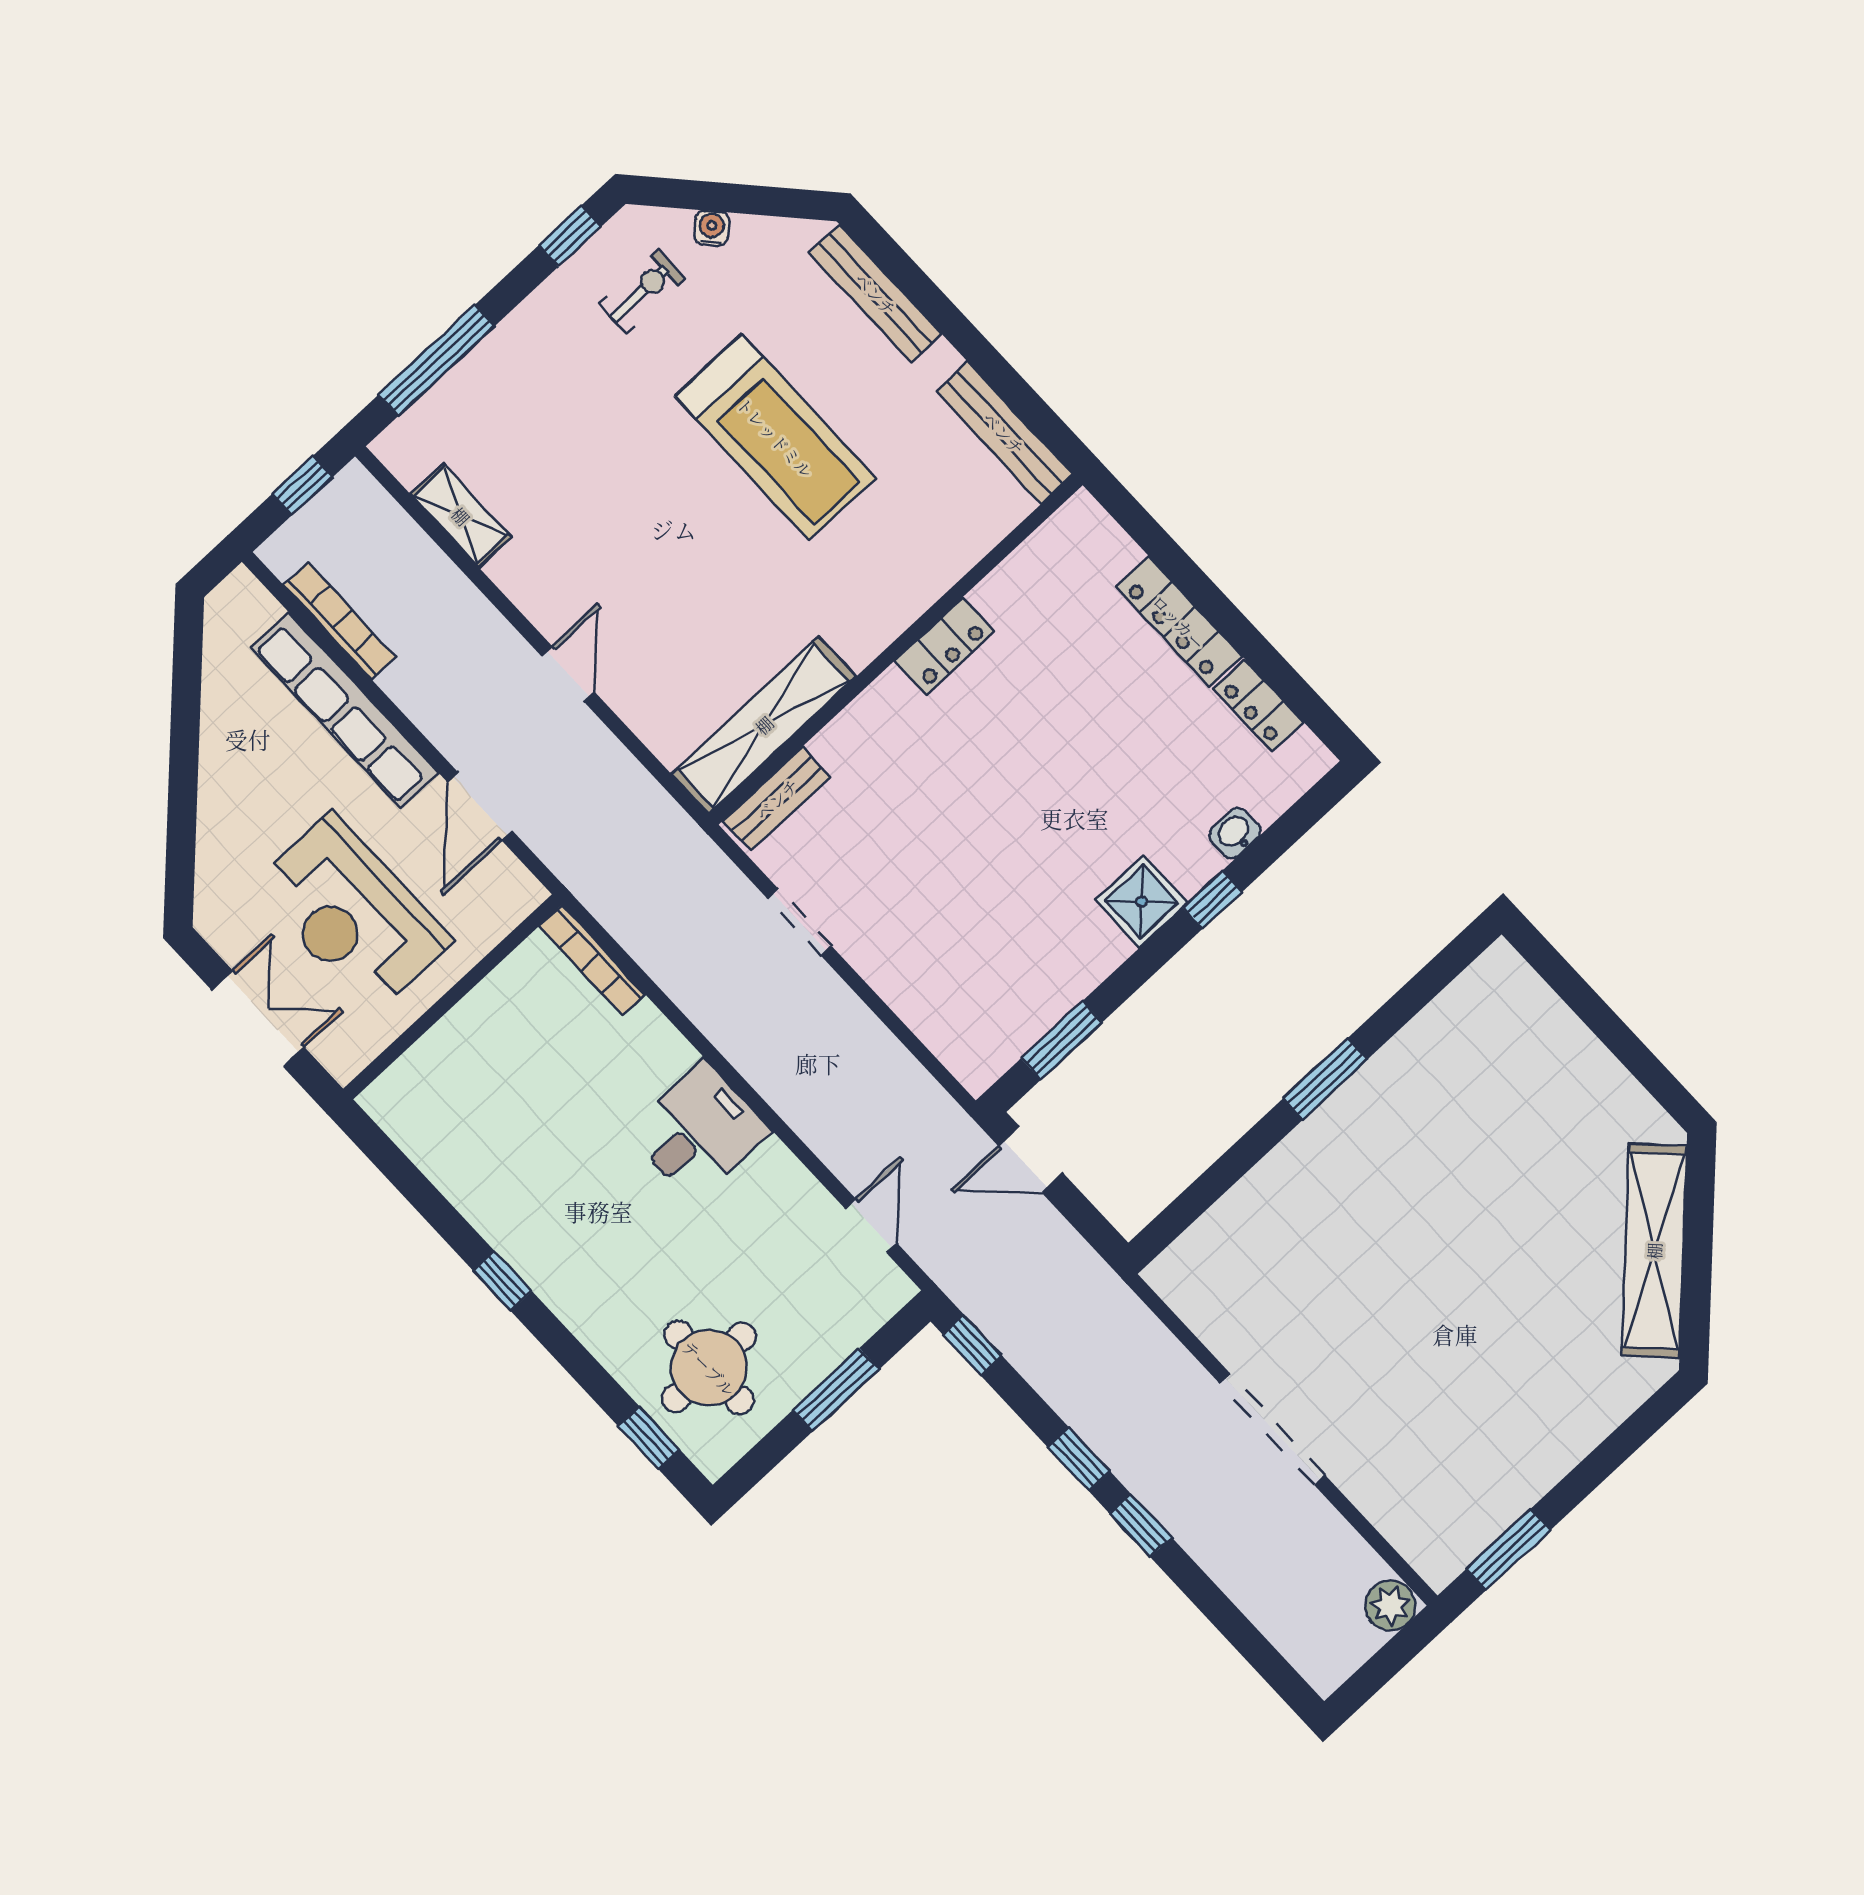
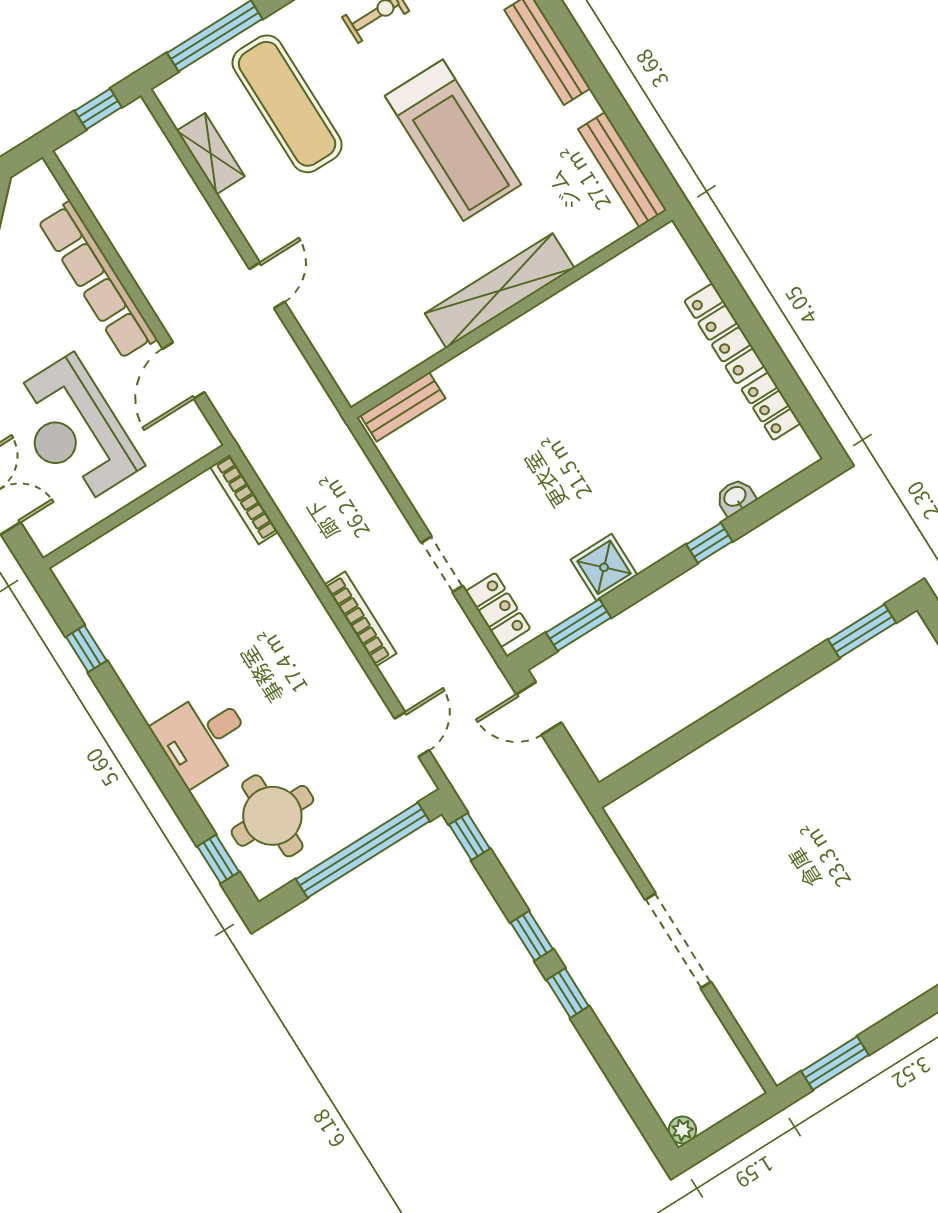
exercise mat: (549, 431) -> (287, 104), added
bookcase: (340, 621) -> (360, 619), moved
locker: (945, 646) -> (498, 610), moved, turned -90
shelving: (764, 725) -> (500, 291), moved
shower: (1142, 902) -> (604, 567), moved
doorway: (800, 922) -> (442, 564), moved
window: (1325, 1079) -> (862, 631), moved
desk: (699, 1132) -> (203, 737), moved, turned 180
window: (502, 1281) -> (86, 649), moved
window: (836, 1390) -> (363, 850), width x2.11
plant: (1390, 1606) -> (682, 1130), moved, width x0.73, depth x0.73

